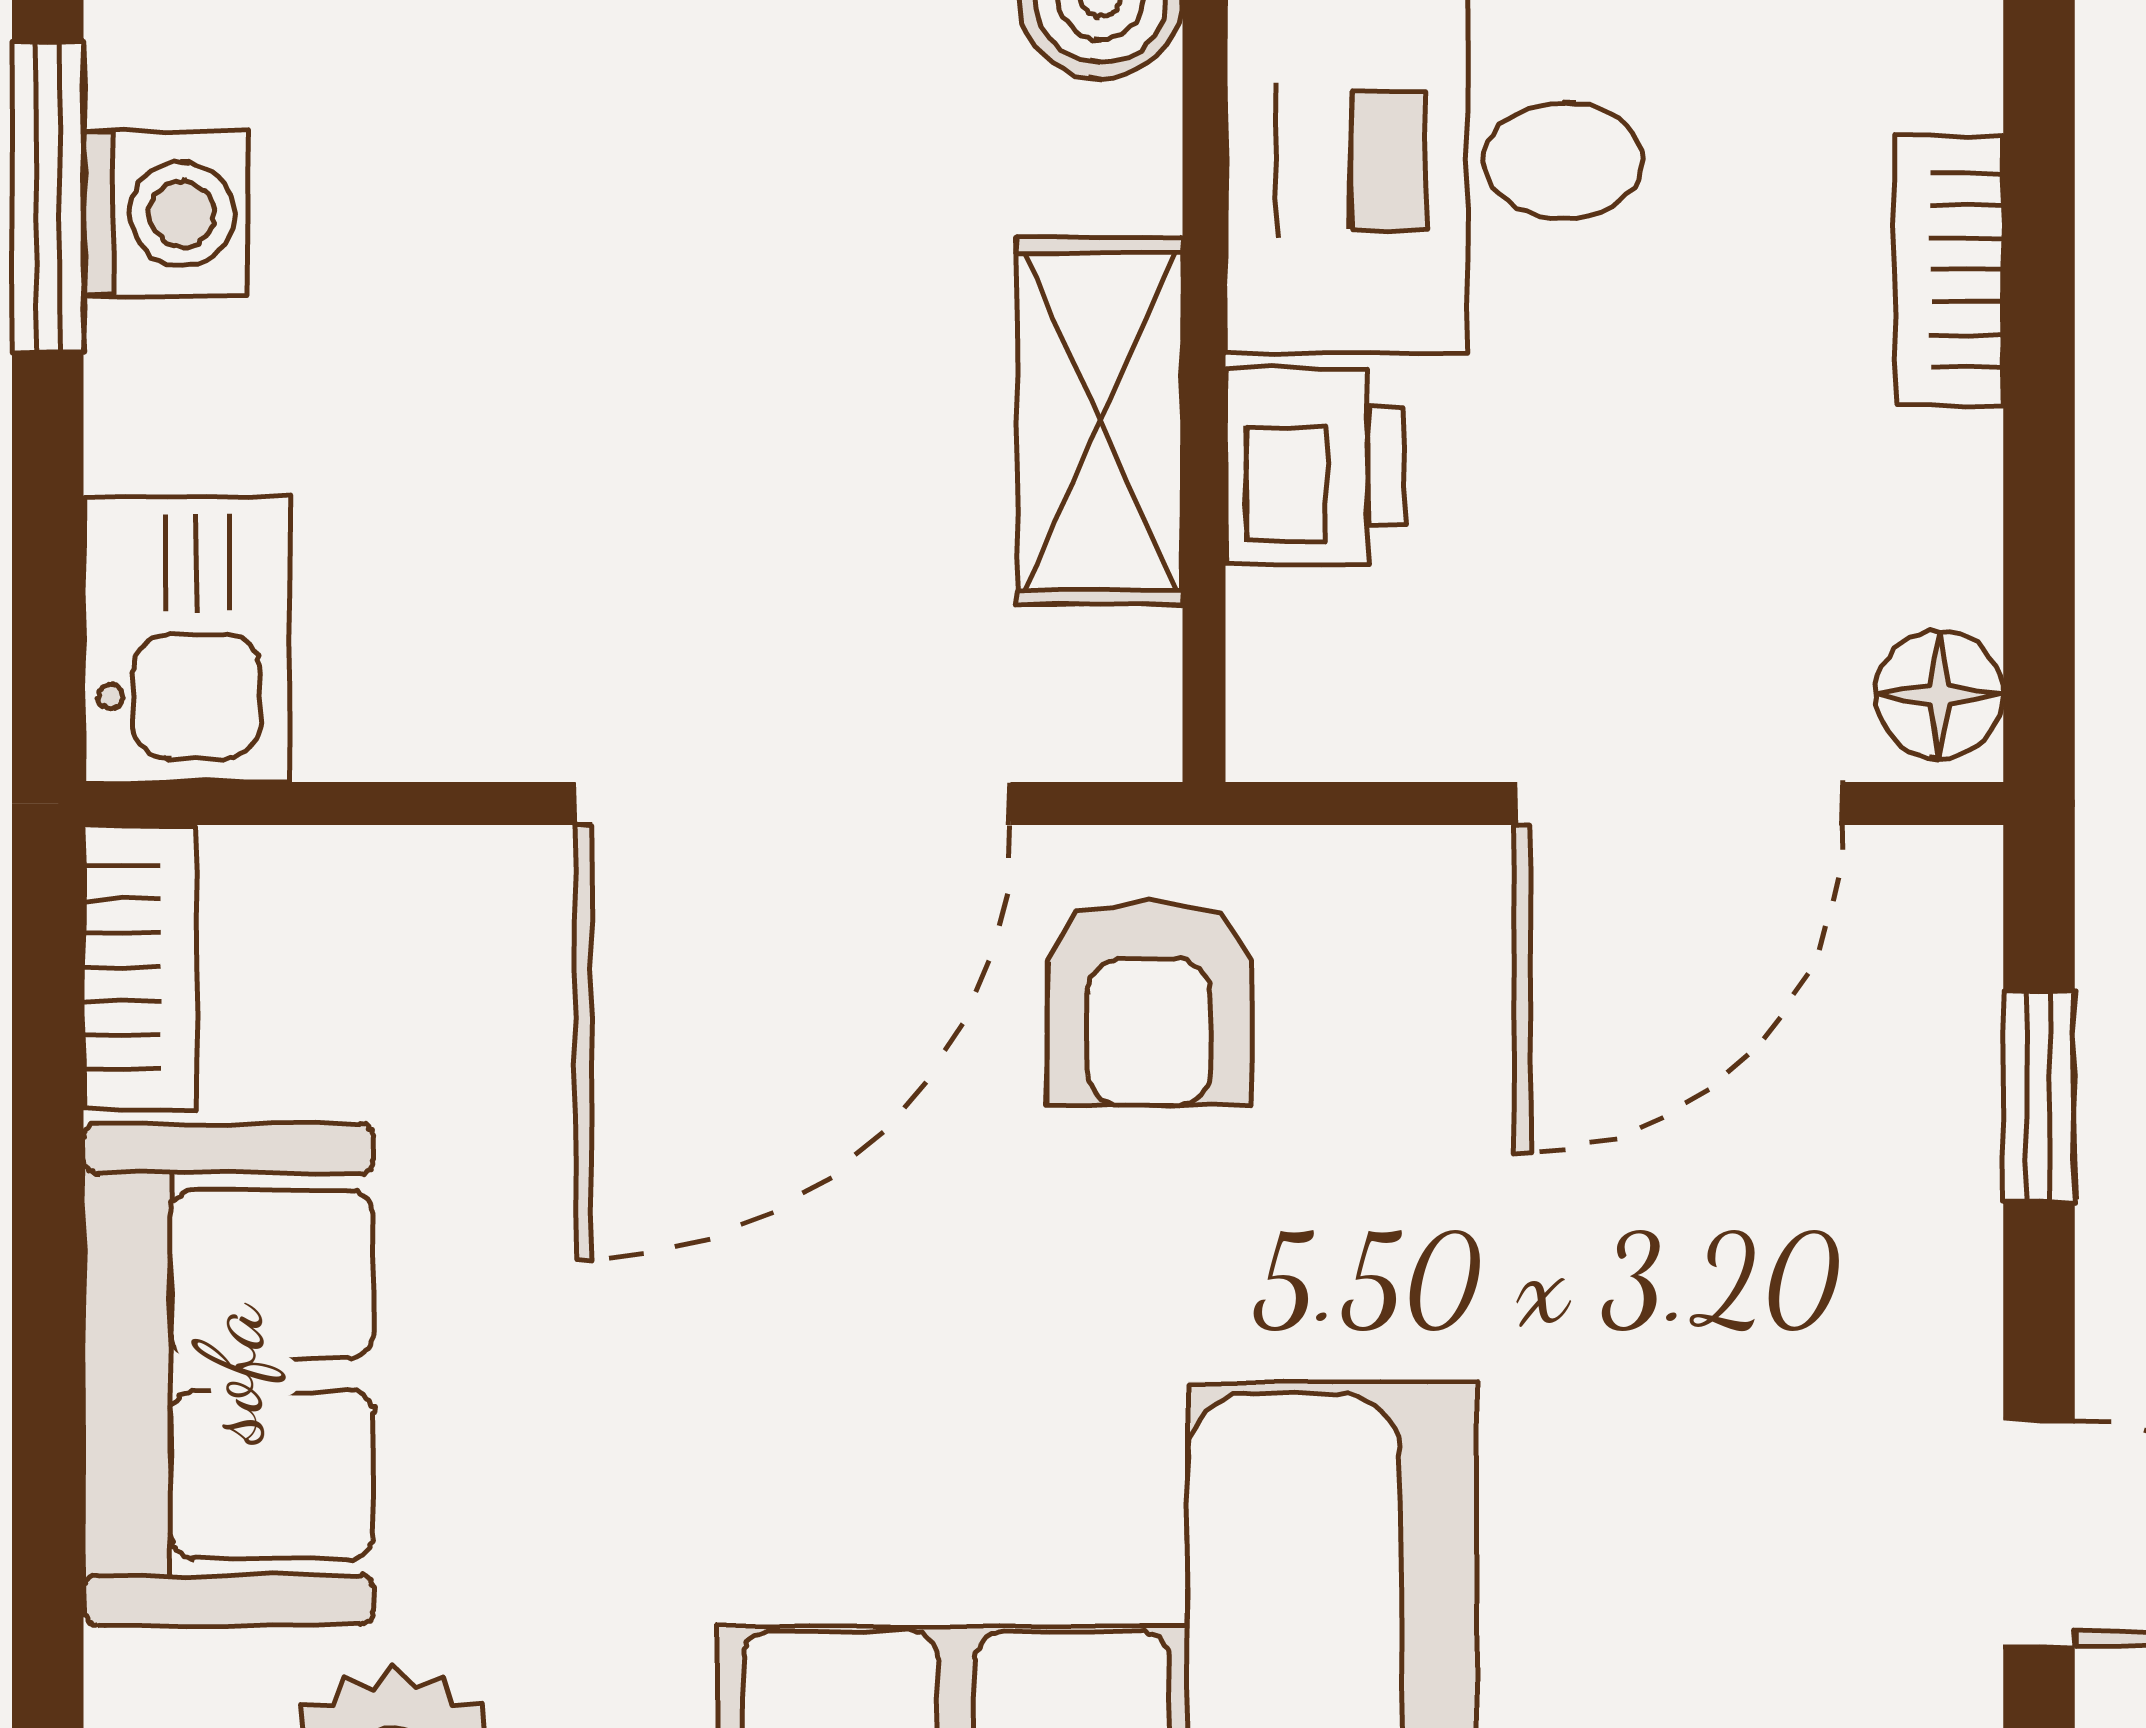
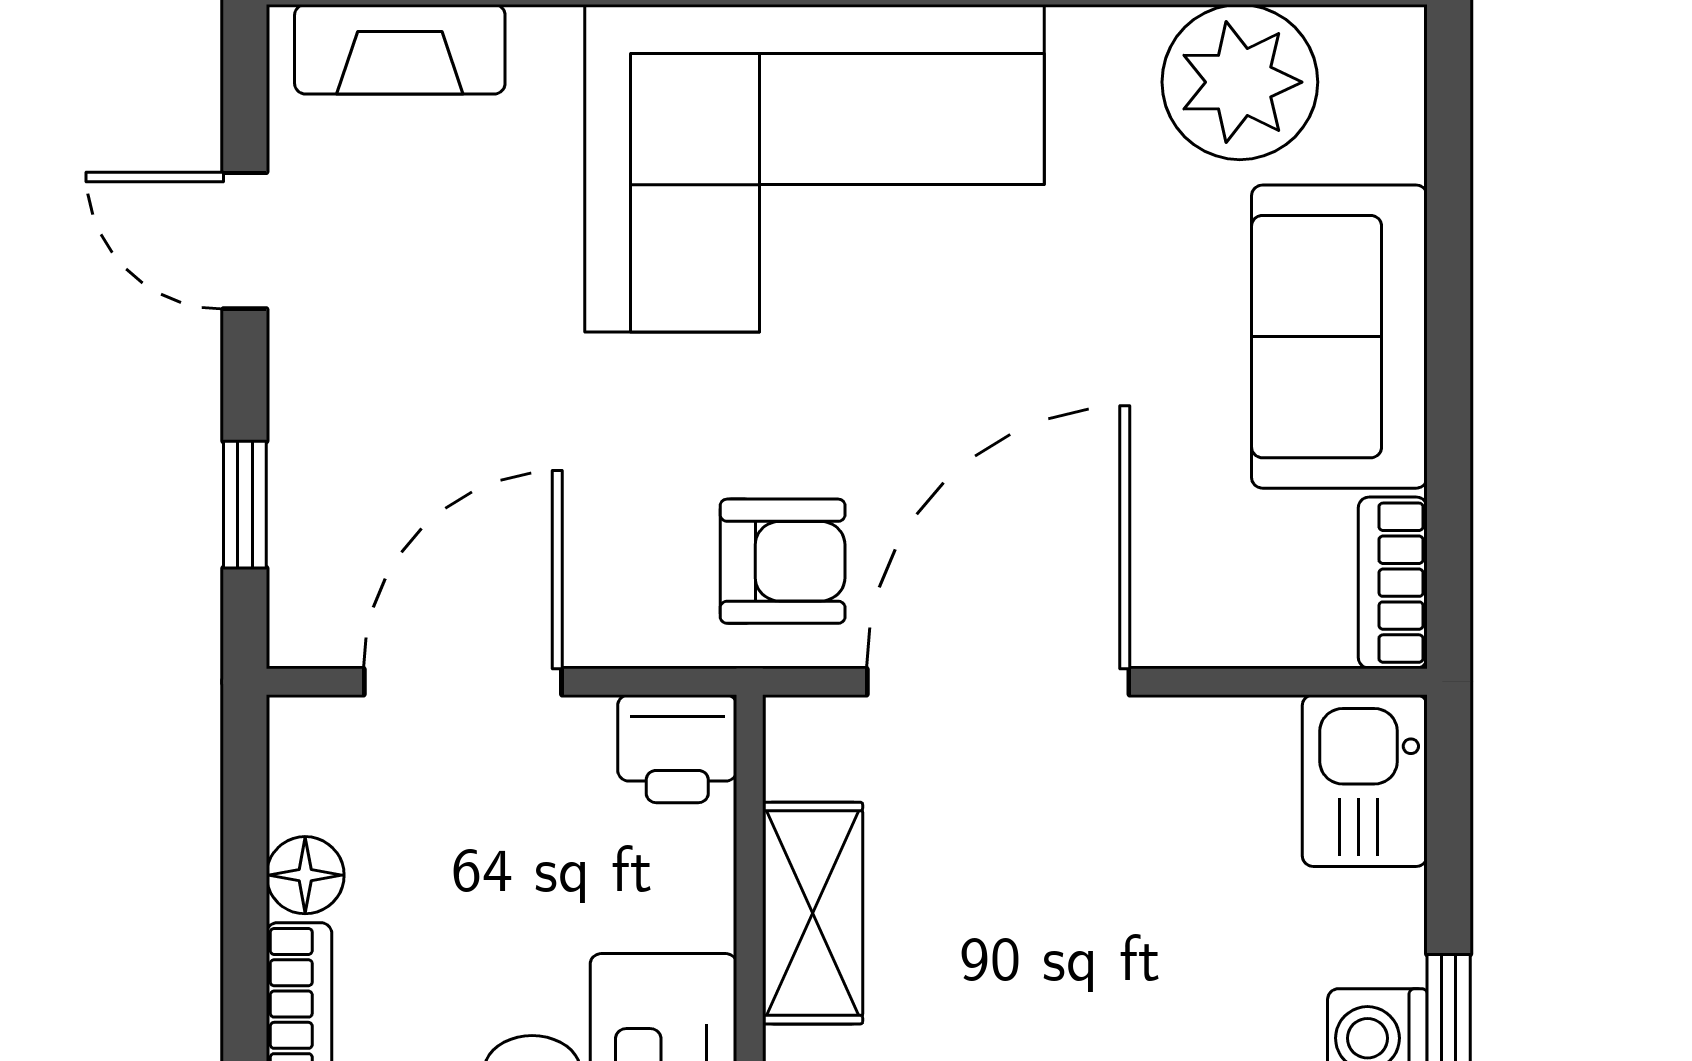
printer: (1315, 467) -> (677, 749), moved, turned -90
floor lamp: (1939, 695) -> (305, 875), moved
armchair: (1149, 1003) -> (783, 561), turned 90

